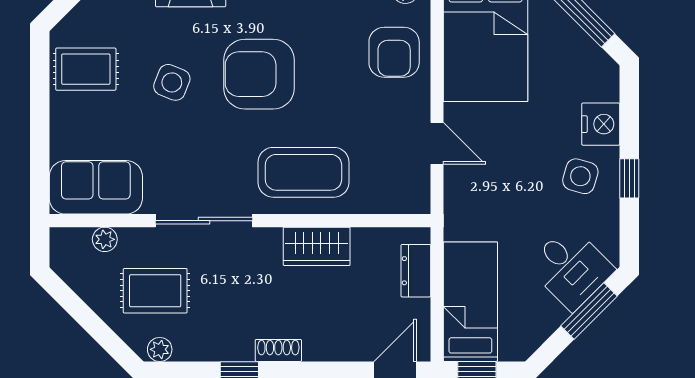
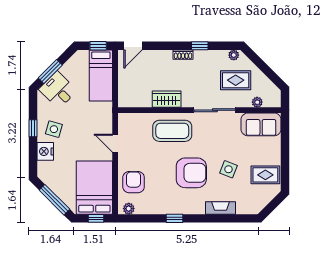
dresser: (416, 271) -> (124, 89), removed

